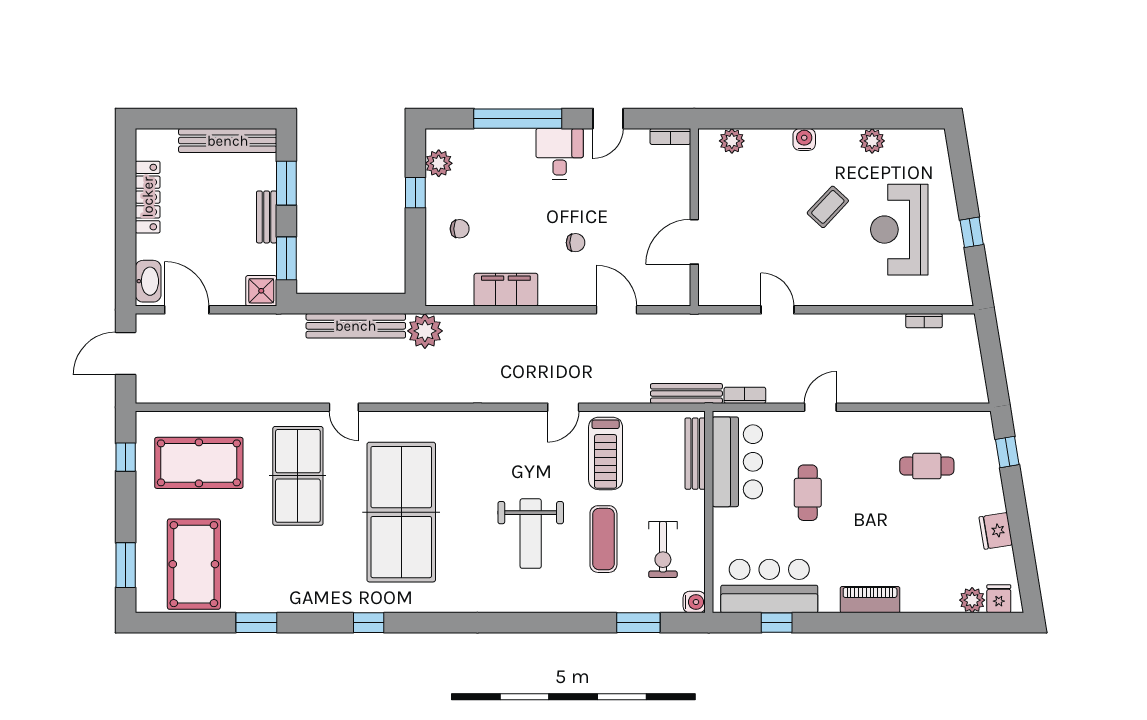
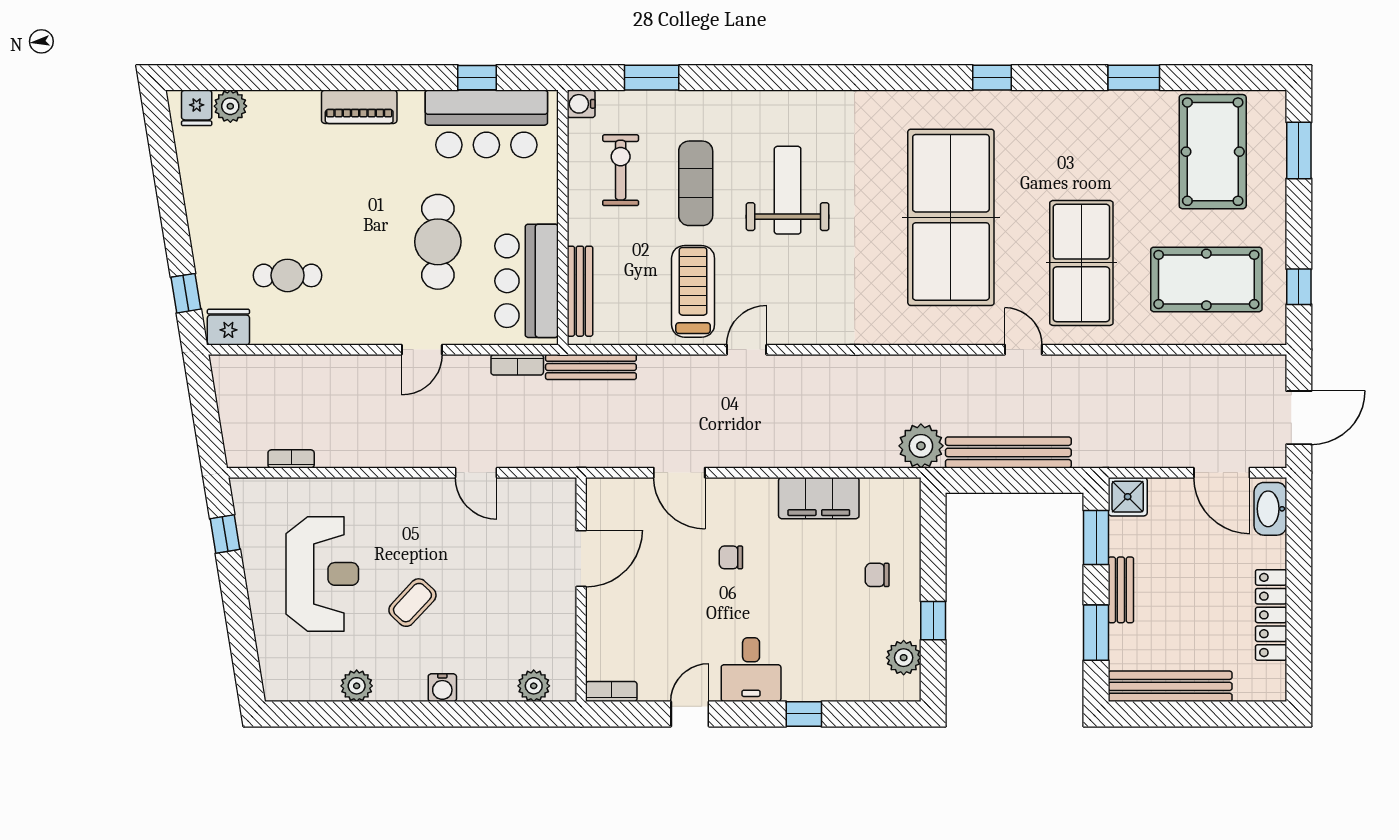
window: (518, 119) -> (804, 714), width x0.32
window: (972, 232) -> (225, 534), moved
cafe table: (808, 493) -> (438, 242), width x1.37, depth x1.35
fridge: (996, 531) -> (228, 327), moved, turned -81

